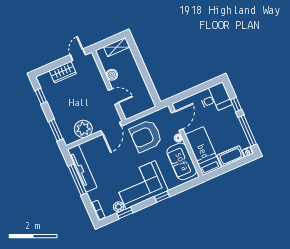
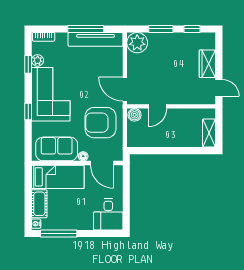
boiler: (112, 75) -> (135, 115), moved
window: (236, 105) -> (92, 233), removed
plant: (83, 129) -> (137, 43), moved
window: (56, 130) -> (161, 29), moved
armchair: (146, 136) -> (101, 123), turned -90

